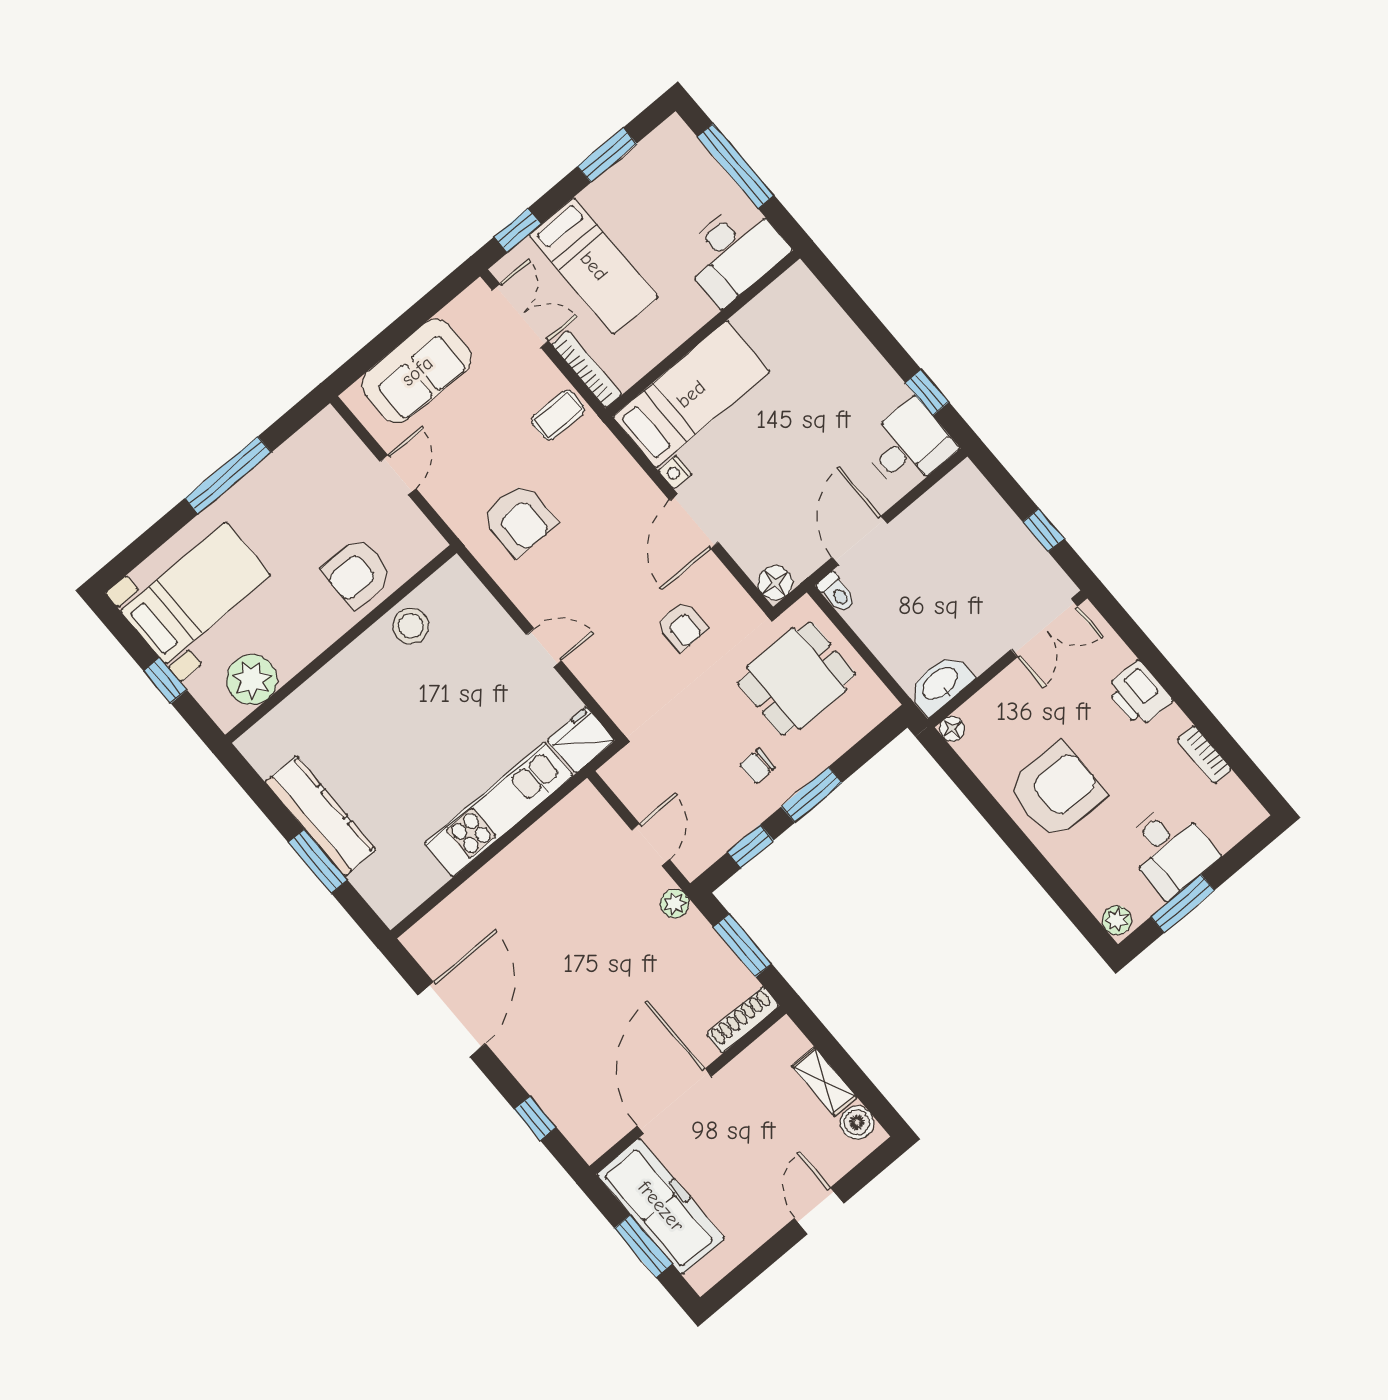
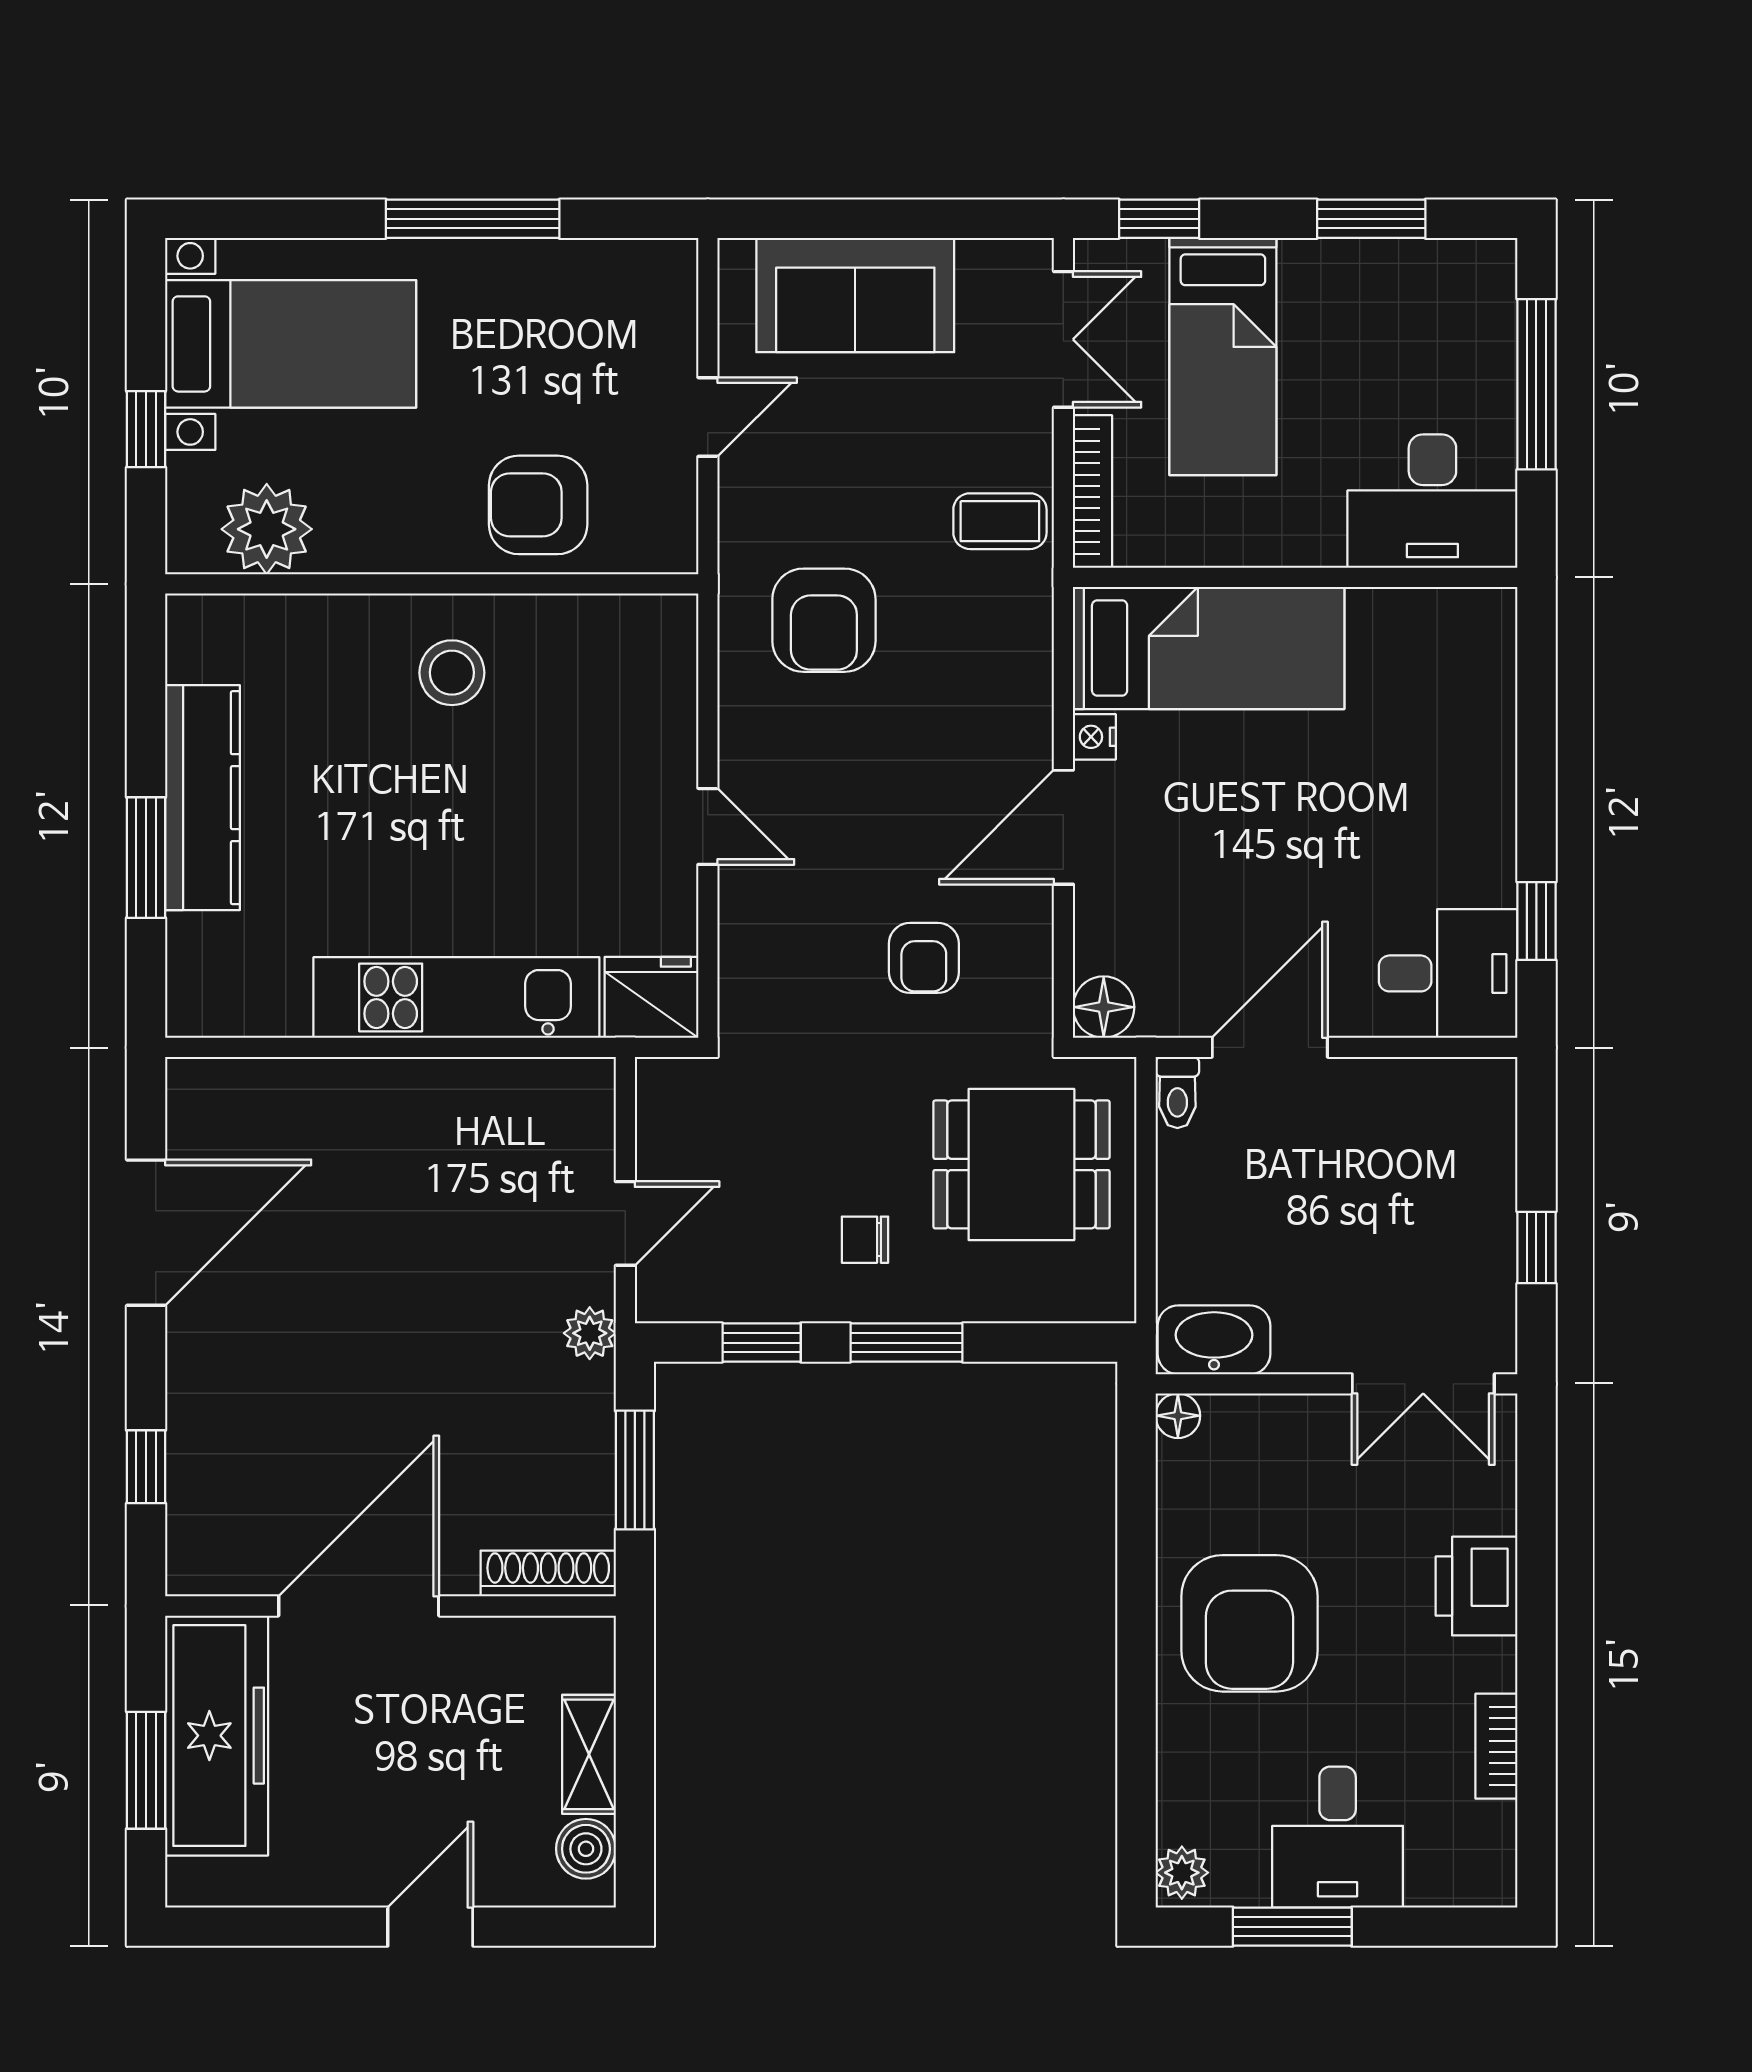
stool: (411, 626) -> (452, 673), moved
armchair: (1056, 791) -> (1249, 1623), turned 90

